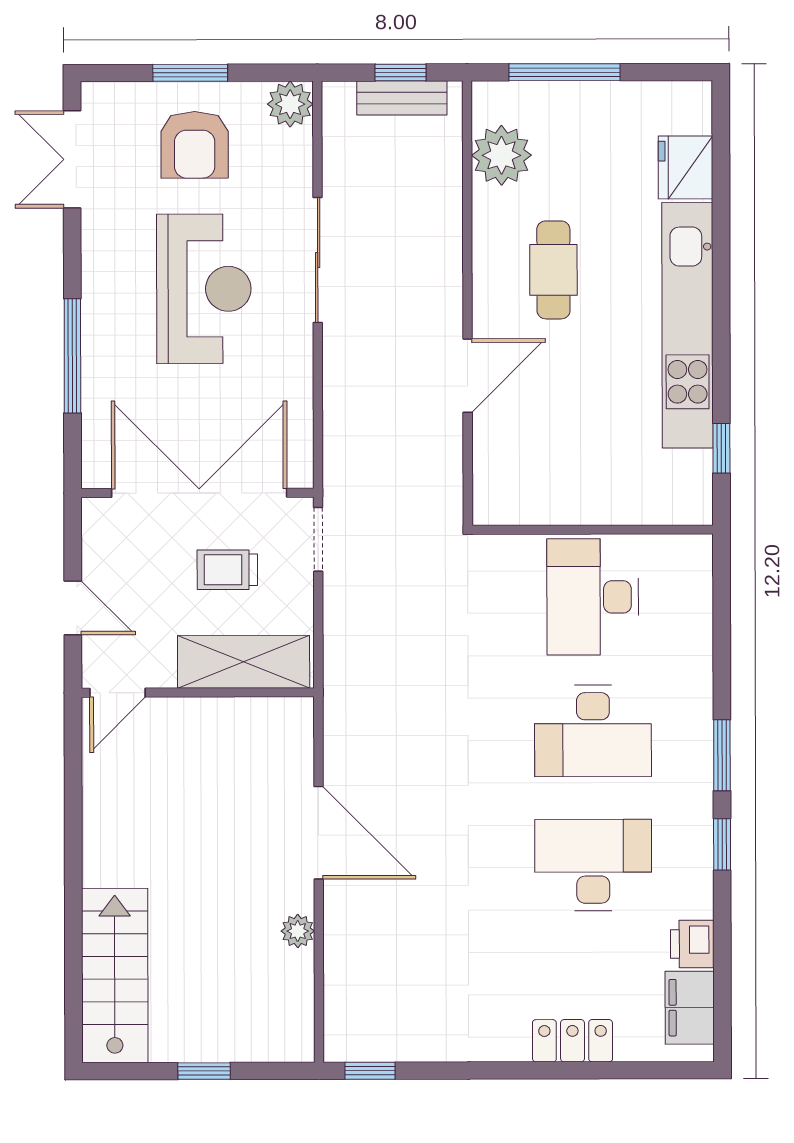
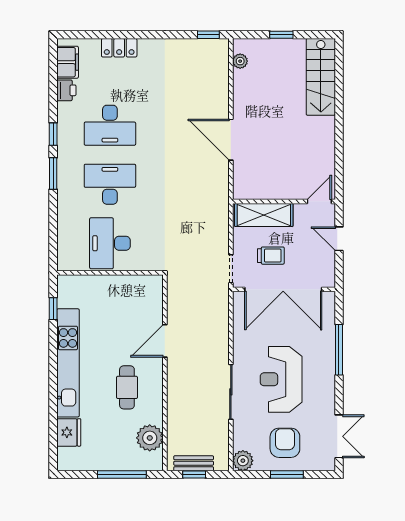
desk: (593, 597) -> (110, 243), turned 180
plant: (298, 931) -> (240, 61), moved

